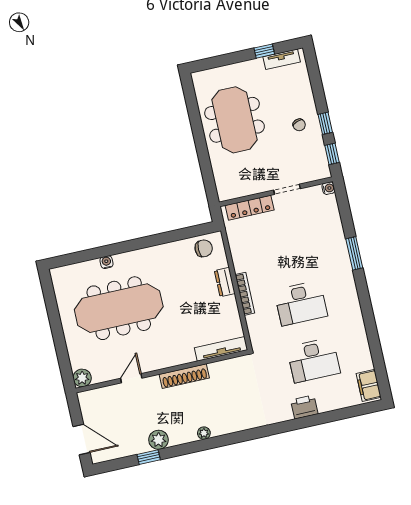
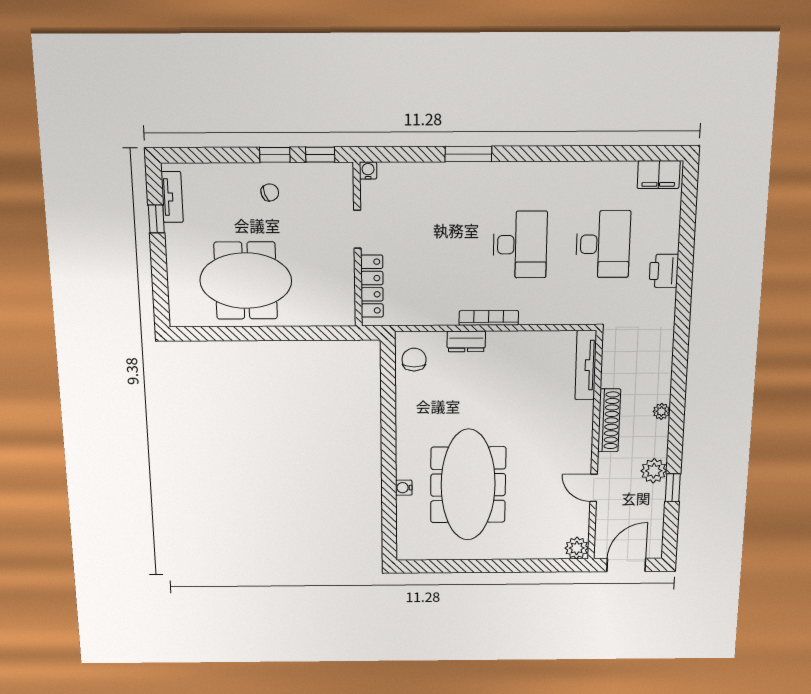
tv unit: (221, 349) -> (586, 365), moved
wall: (162, 371) -> (595, 448), moved
shoe rack: (184, 376) -> (609, 420), moved
plant: (82, 378) -> (577, 548), moved
door: (131, 378) -> (594, 488), moved

